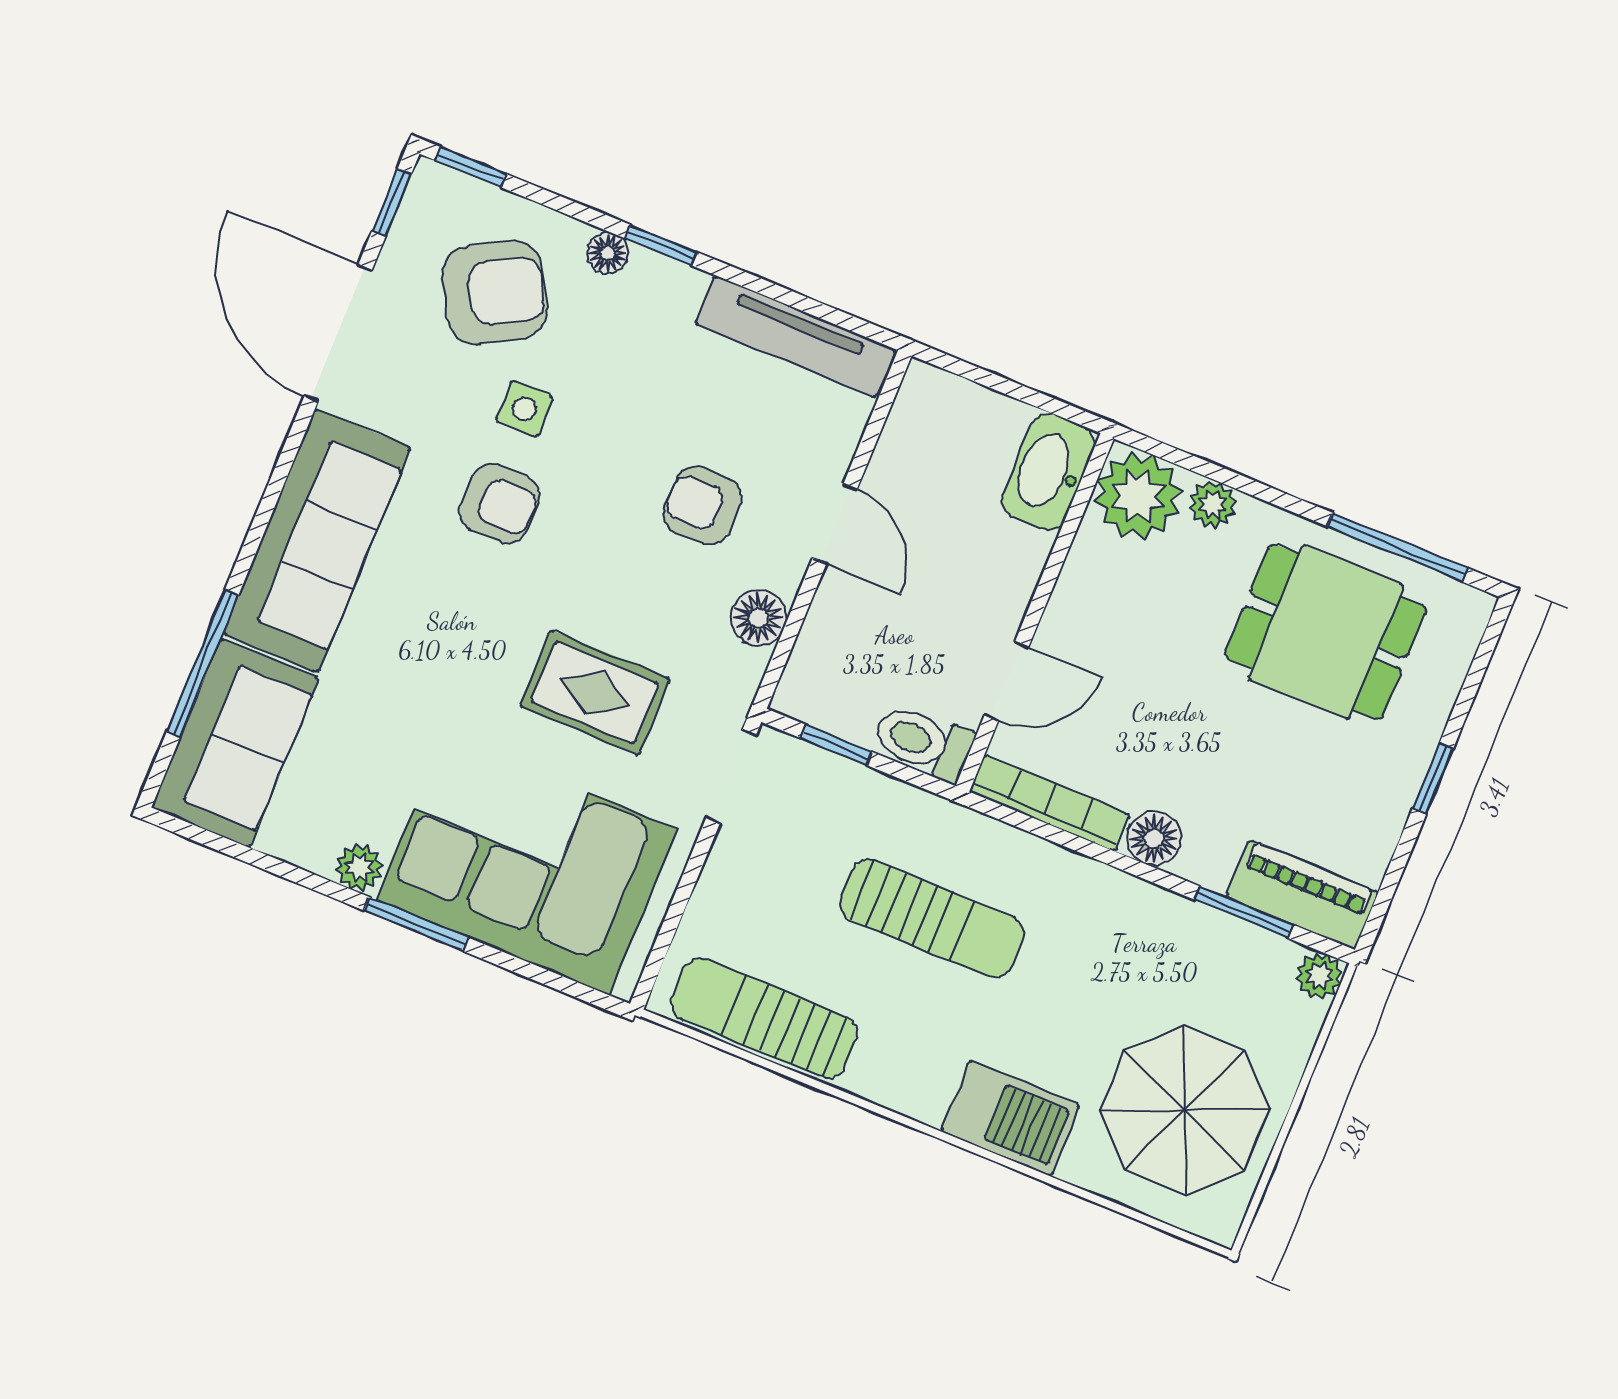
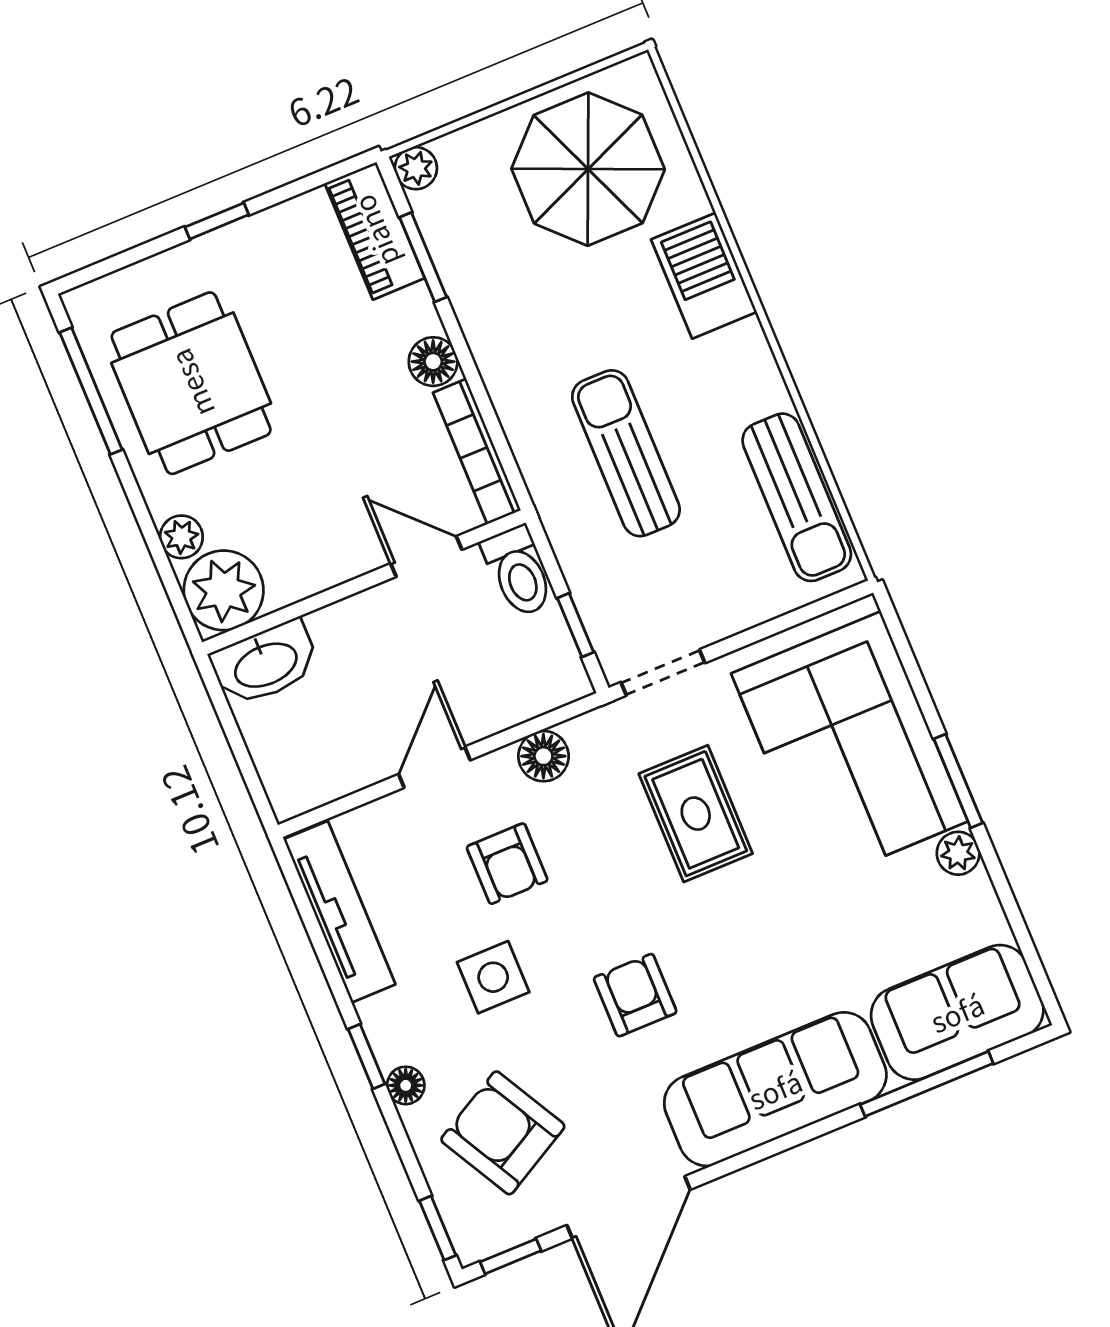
side table: (524, 409) -> (493, 977), moved, width x1.37, depth x1.37

